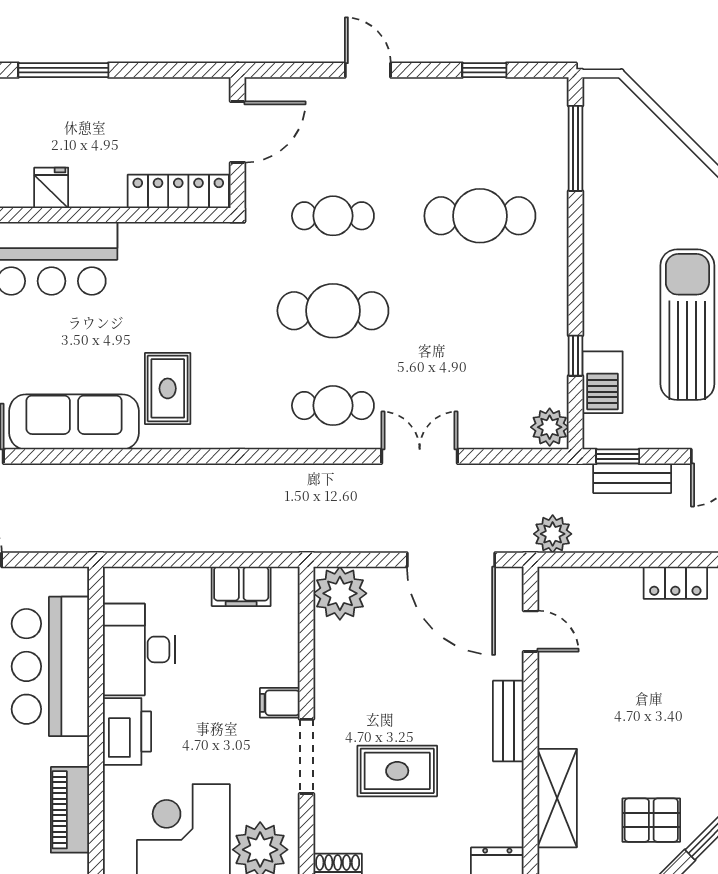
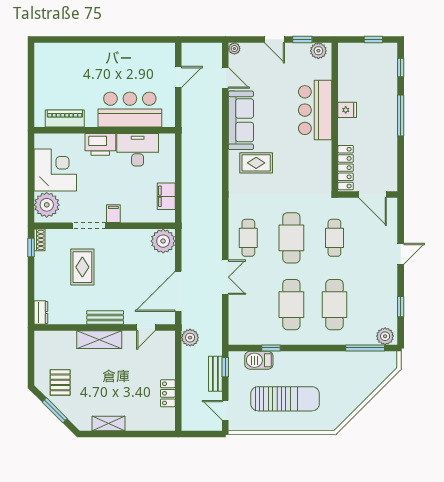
cafe table: (480, 311) -> (291, 305), added
plant: (550, 427) -> (385, 336), moved
shelving: (557, 798) -> (99, 340), moved

